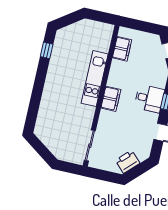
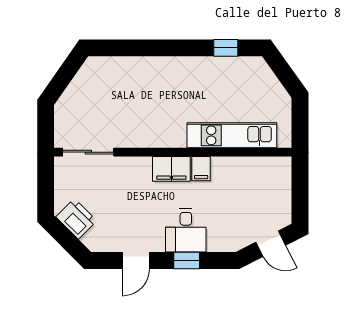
filing cabinet: (122, 49) -> (201, 169), moved, width x0.50
kitchen unit: (95, 79) -> (232, 135), moved

